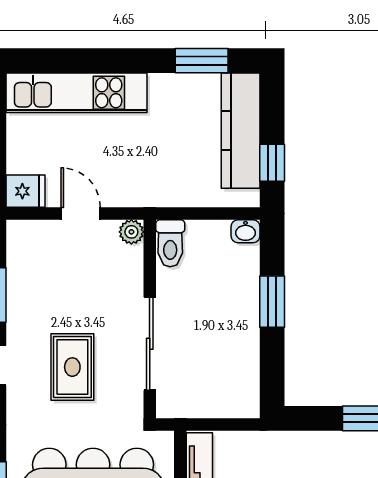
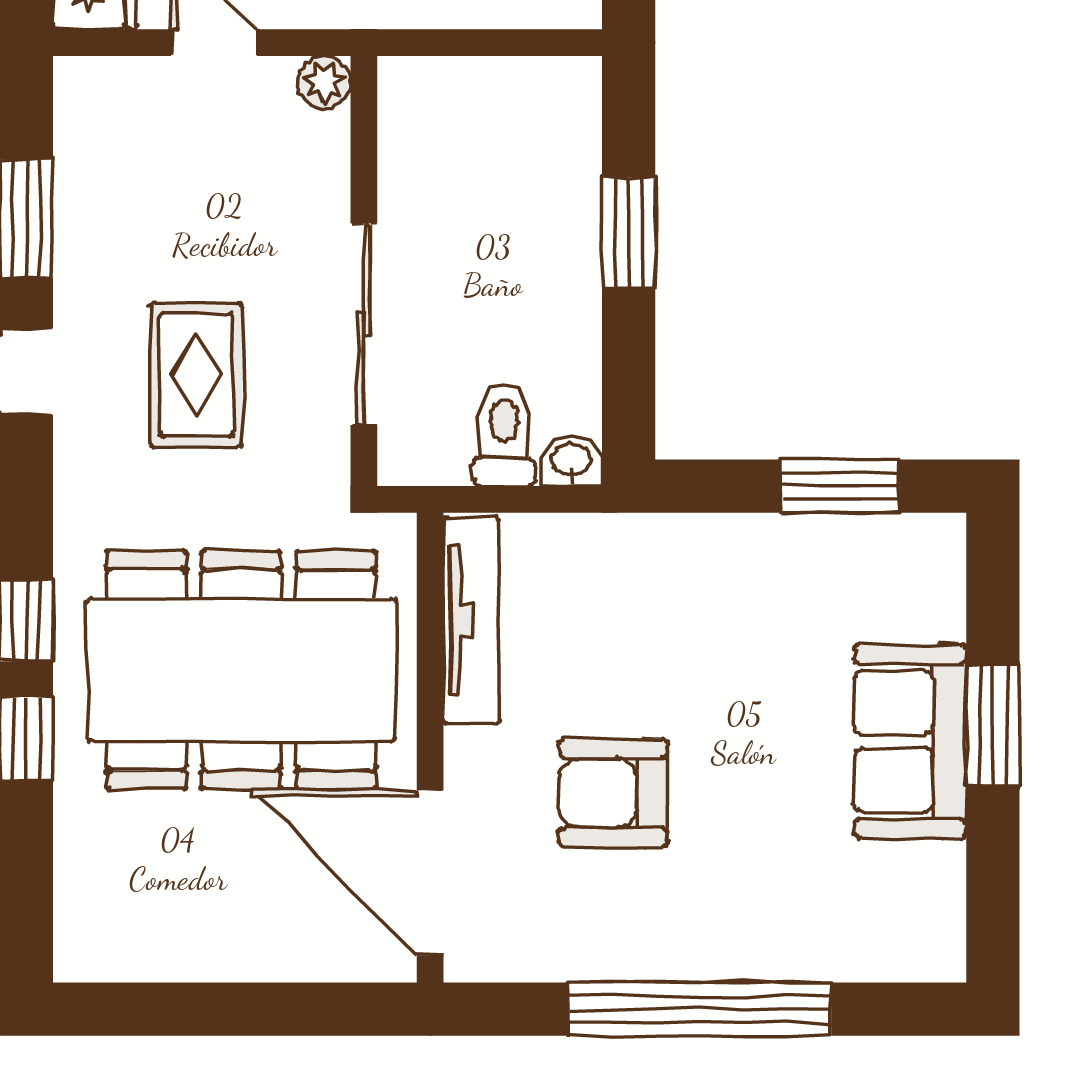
washbasin: (246, 231) -> (571, 461), moved, turned 180
toilet: (170, 243) -> (504, 435), moved, turned 180

